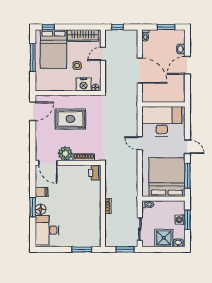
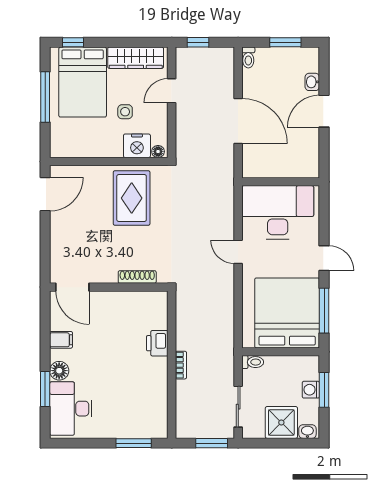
rug: (70, 119) -> (132, 198), moved, turned 90
plant: (65, 154) -> (104, 270), removed
printer: (95, 173) -> (157, 343), moved
window: (33, 207) -> (45, 389), moved

